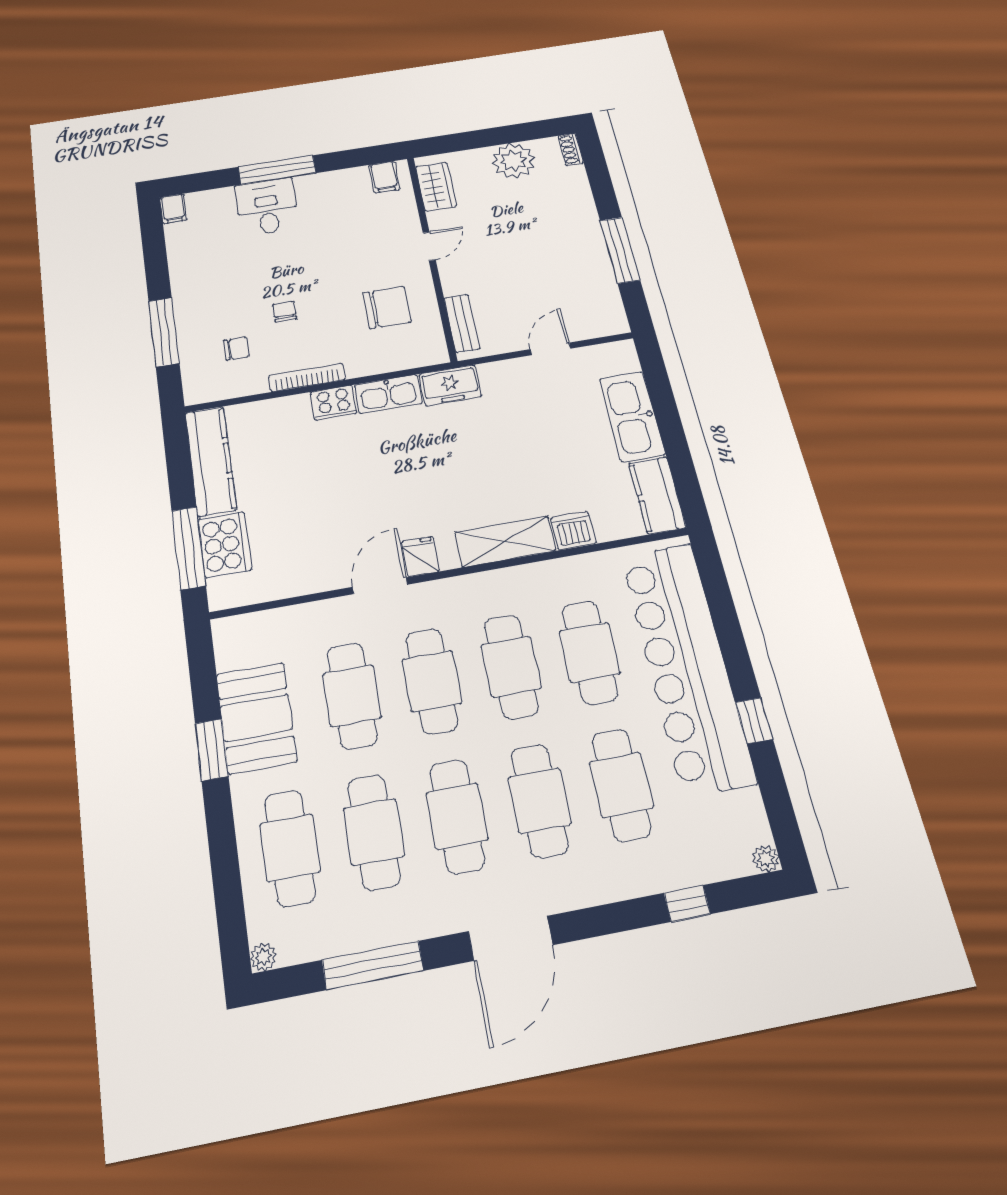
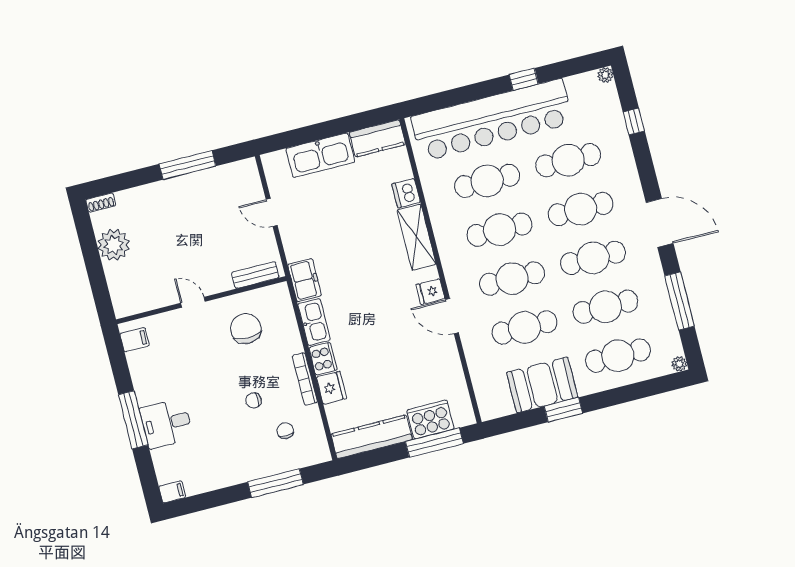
wardrobe: (436, 187) -> (141, 301), removed
fridge: (290, 411) -> (332, 388), added

